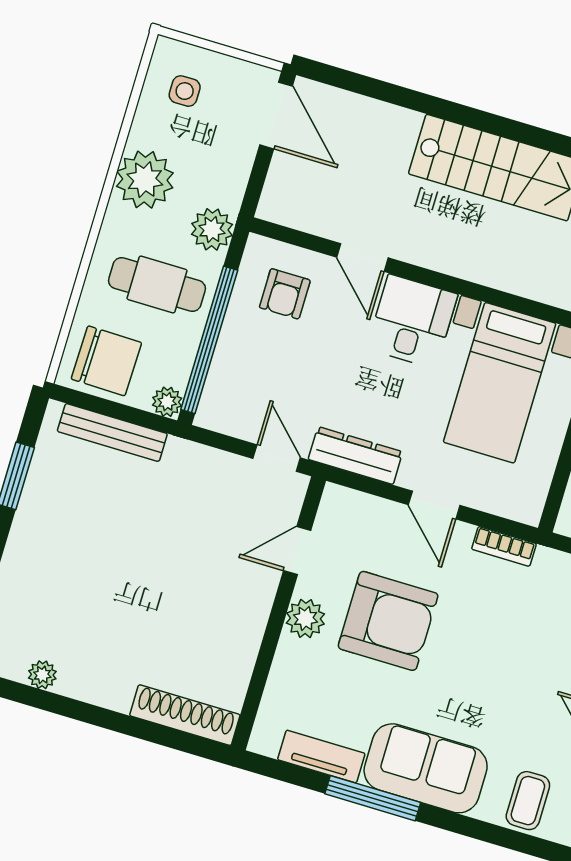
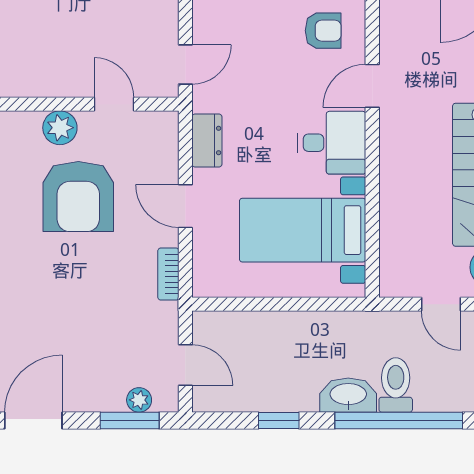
armchair: (285, 294) -> (323, 31), turned 180
dresser: (355, 456) -> (207, 141), width x0.70
door: (434, 505) -> (185, 206), hinge flipped

